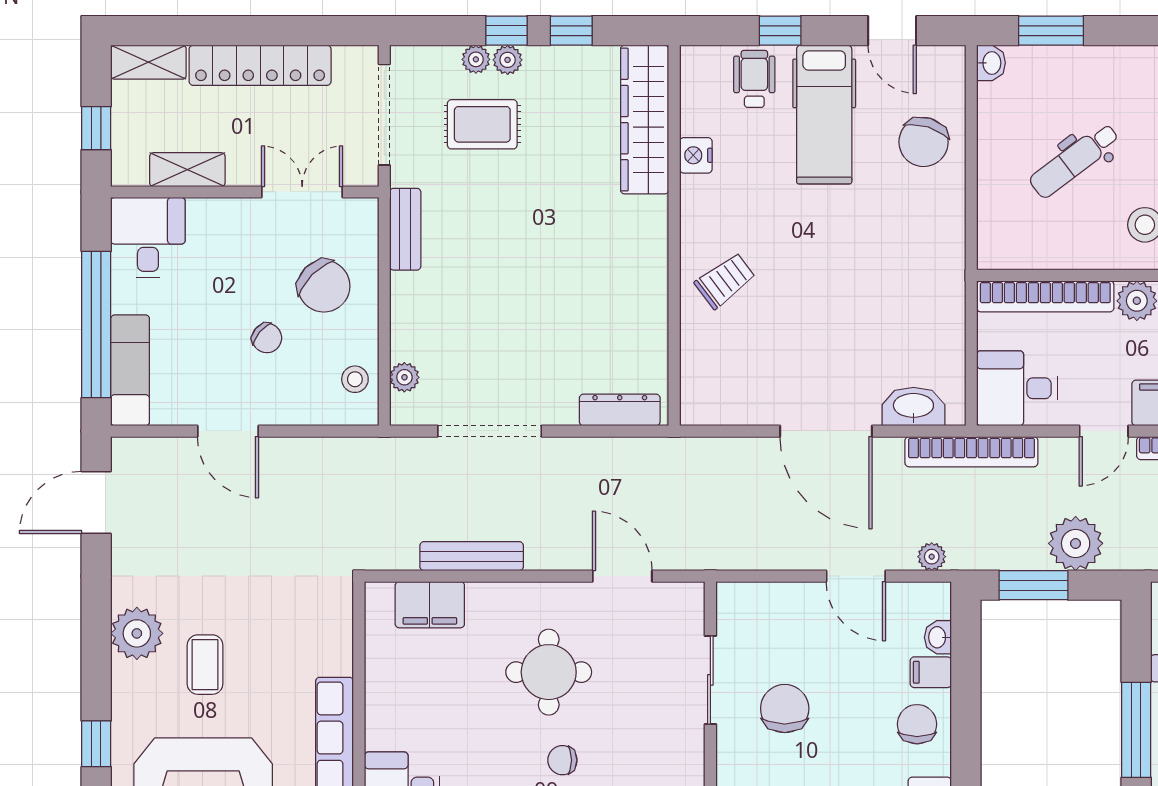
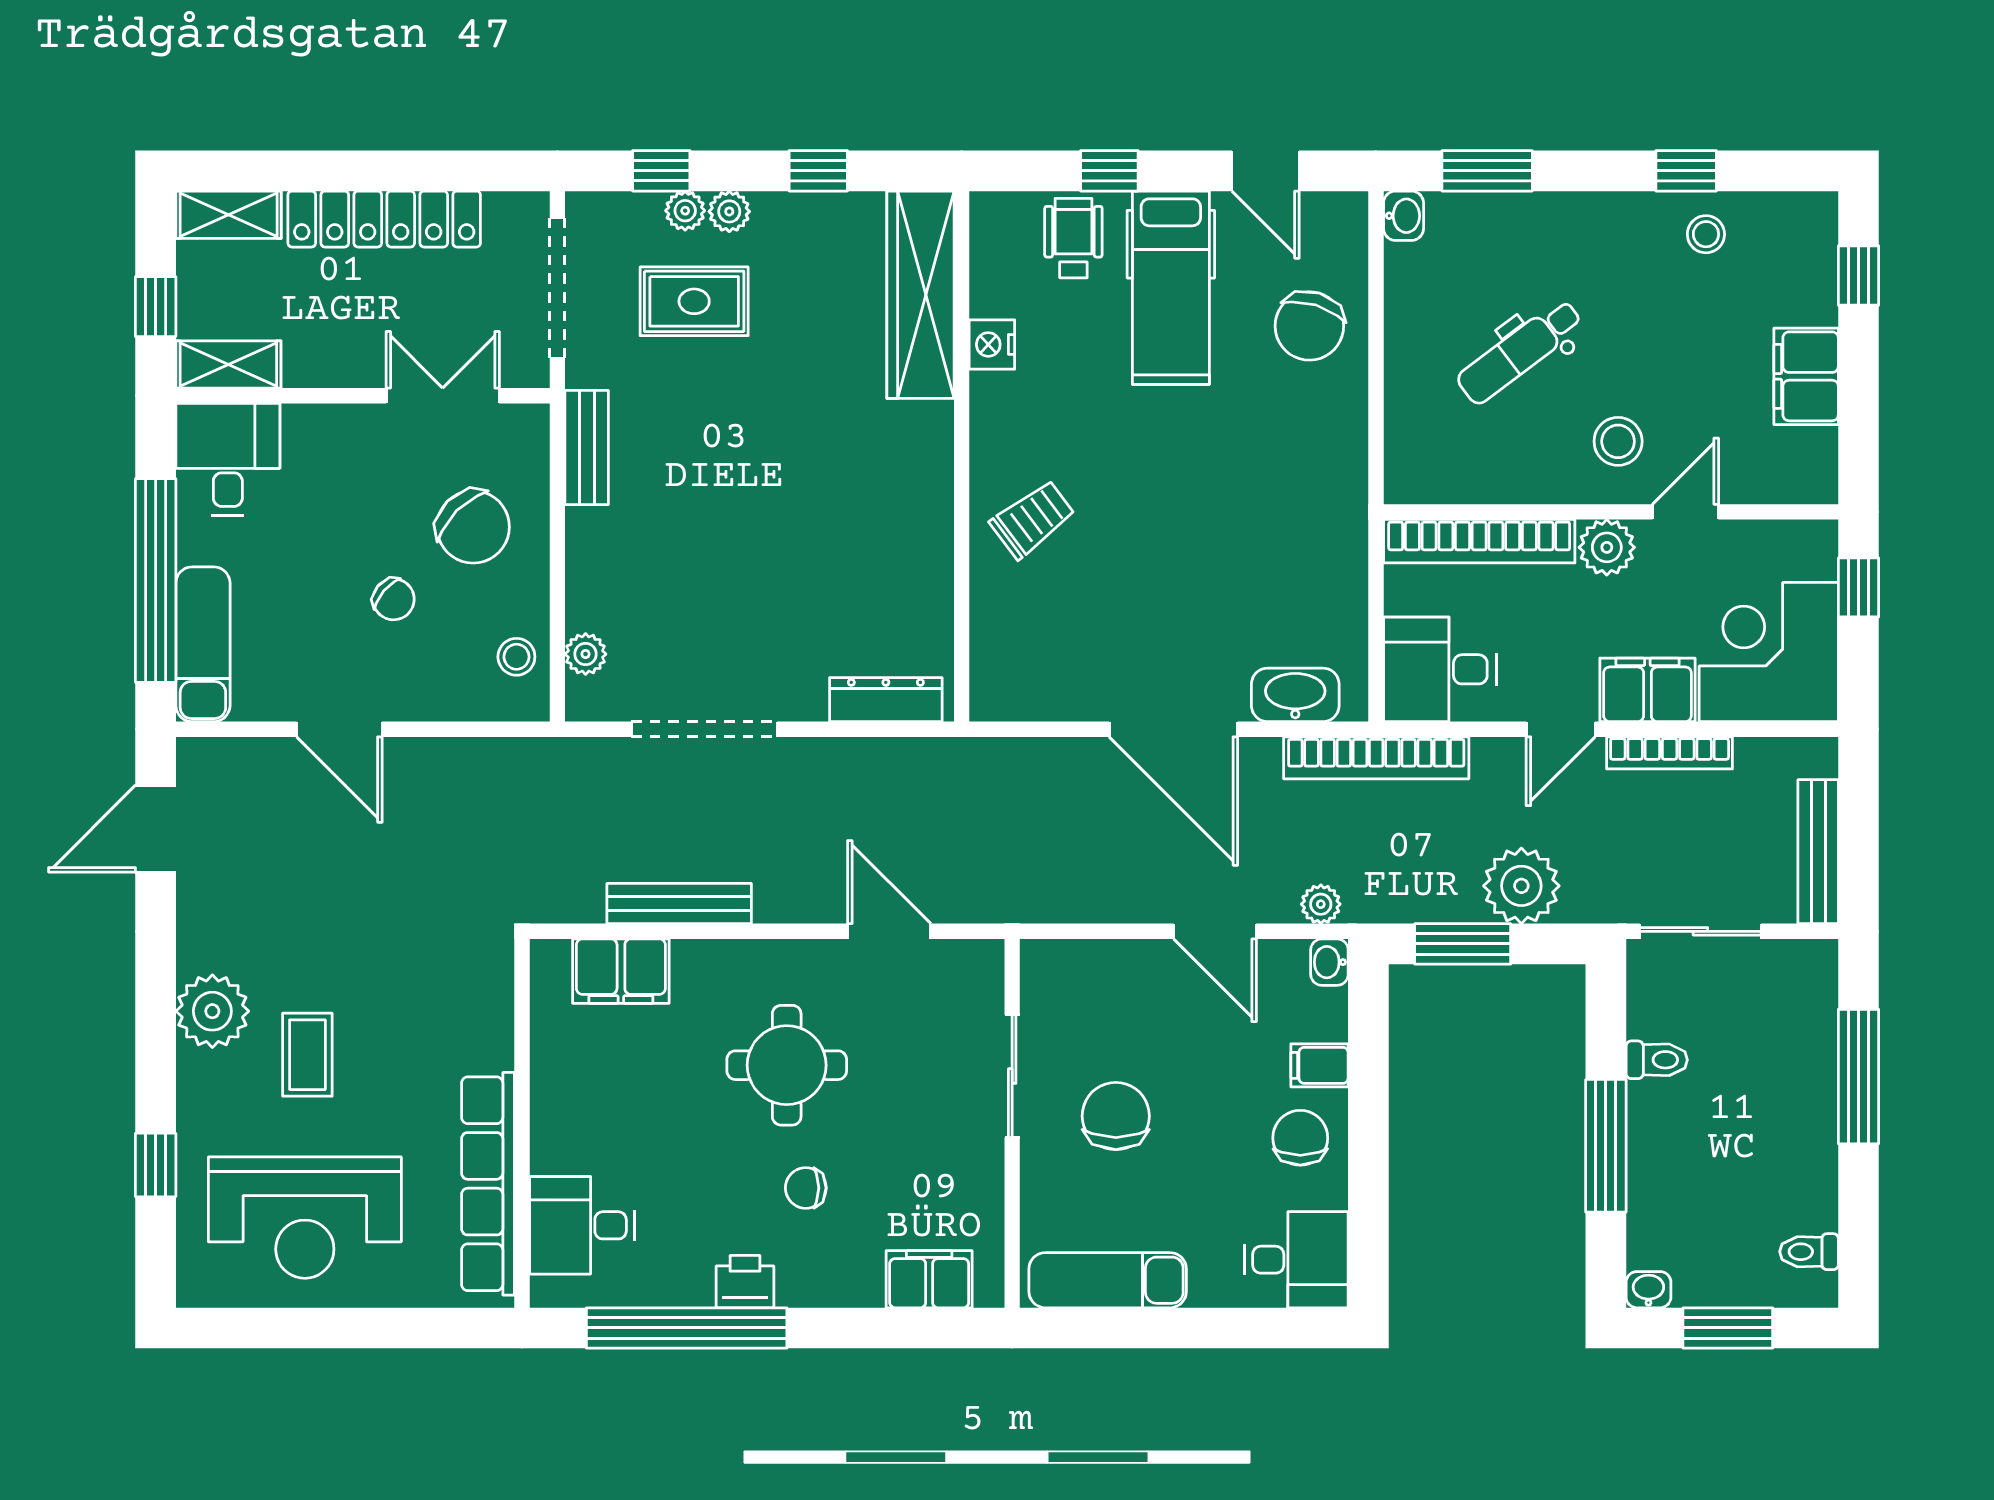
window: (507, 31) -> (661, 171), moved
shelving: (187, 170) -> (228, 364), moved
washbasin: (938, 637) -> (1329, 962), moved

